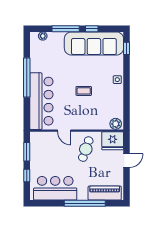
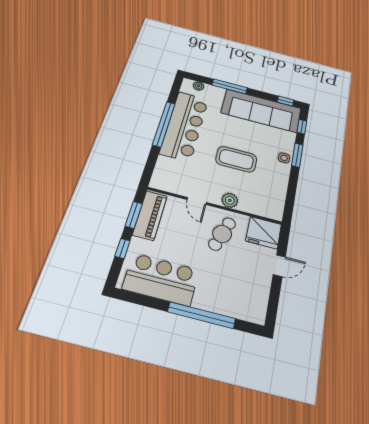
window: (92, 29) -> (286, 101), moved
window: (126, 74) -> (297, 155), added
coffee table: (84, 91) -> (236, 159), width x1.86, depth x1.72
bar counter: (41, 101) -> (185, 126), moved
plant: (116, 124) -> (230, 200), moved
piano: (105, 193) -> (150, 215), moved, turned 90

